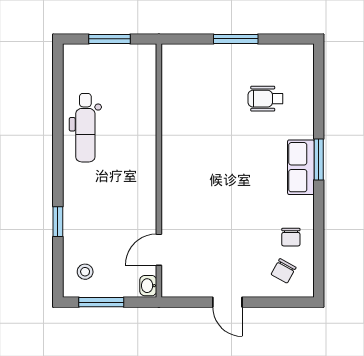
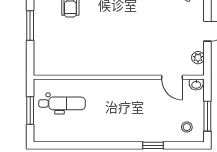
dental chair: (85, 128) -> (62, 103), moved
plant: (188, 288) -> (198, 58), added

